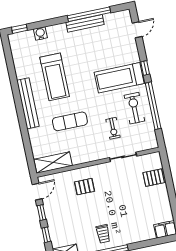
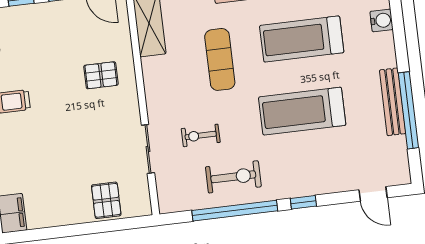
treadmill: (119, 78) -> (302, 111), moved, turned -90
pallet: (84, 187) -> (101, 75), turned 90

